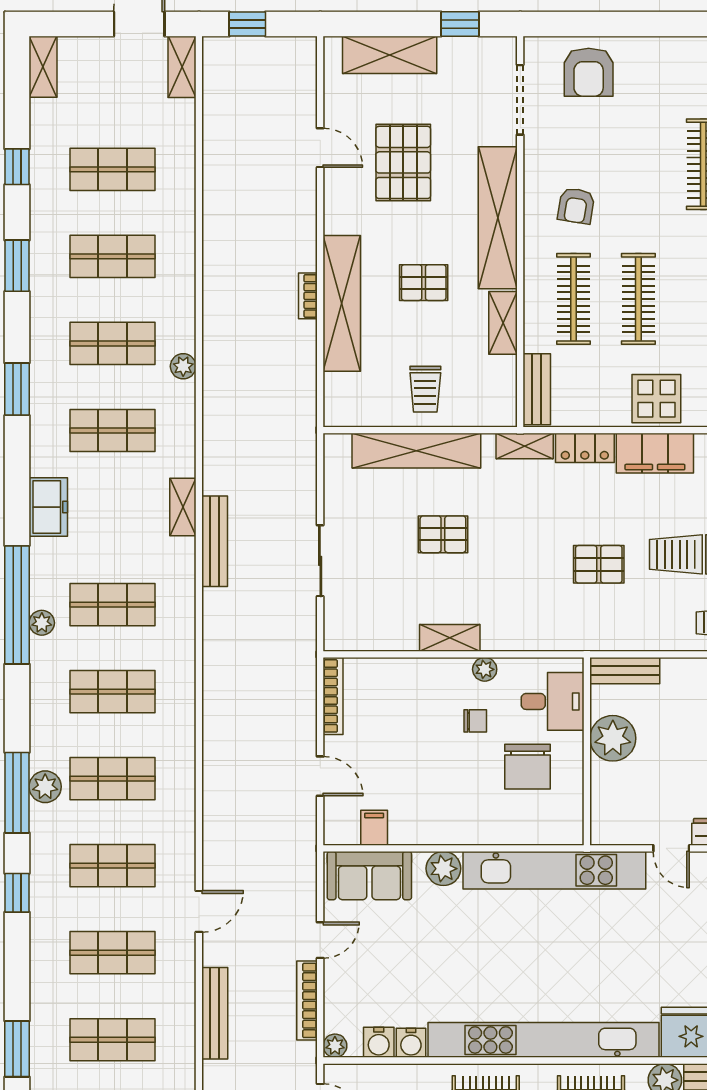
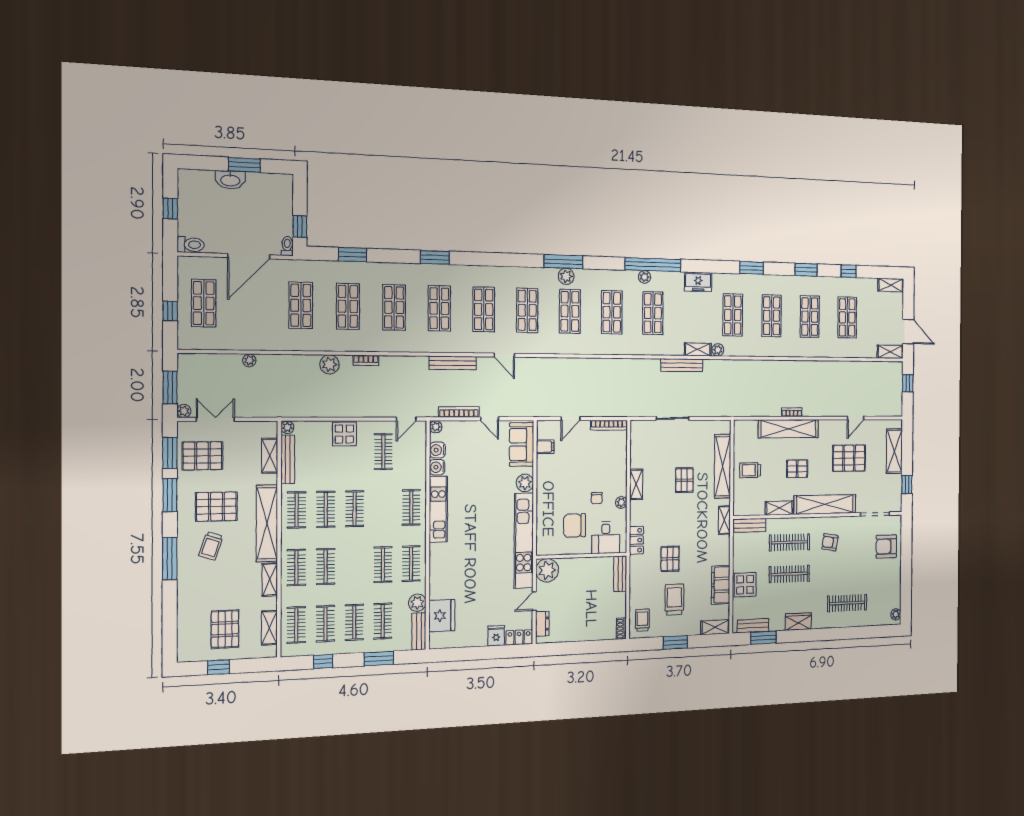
pallet: (424, 283) -> (797, 469), turned 90
plant: (183, 366) -> (718, 350), moved
locker: (585, 448) -> (636, 540), moved, turned 180
plant: (613, 738) -> (547, 570), moved
window: (17, 893) -> (514, 260), removed
kitchen unit: (544, 1040) -> (438, 509), width x0.54

